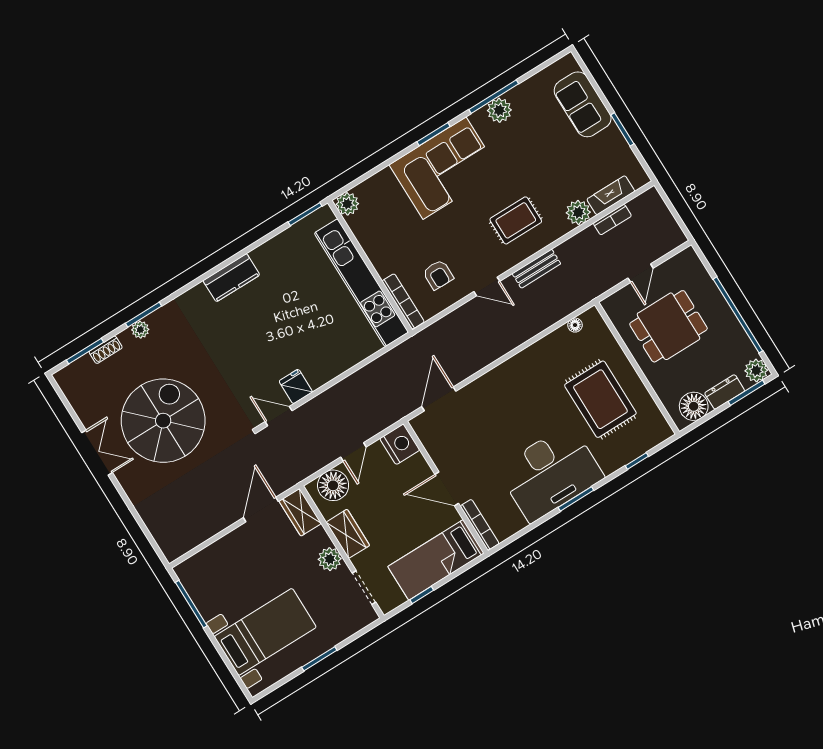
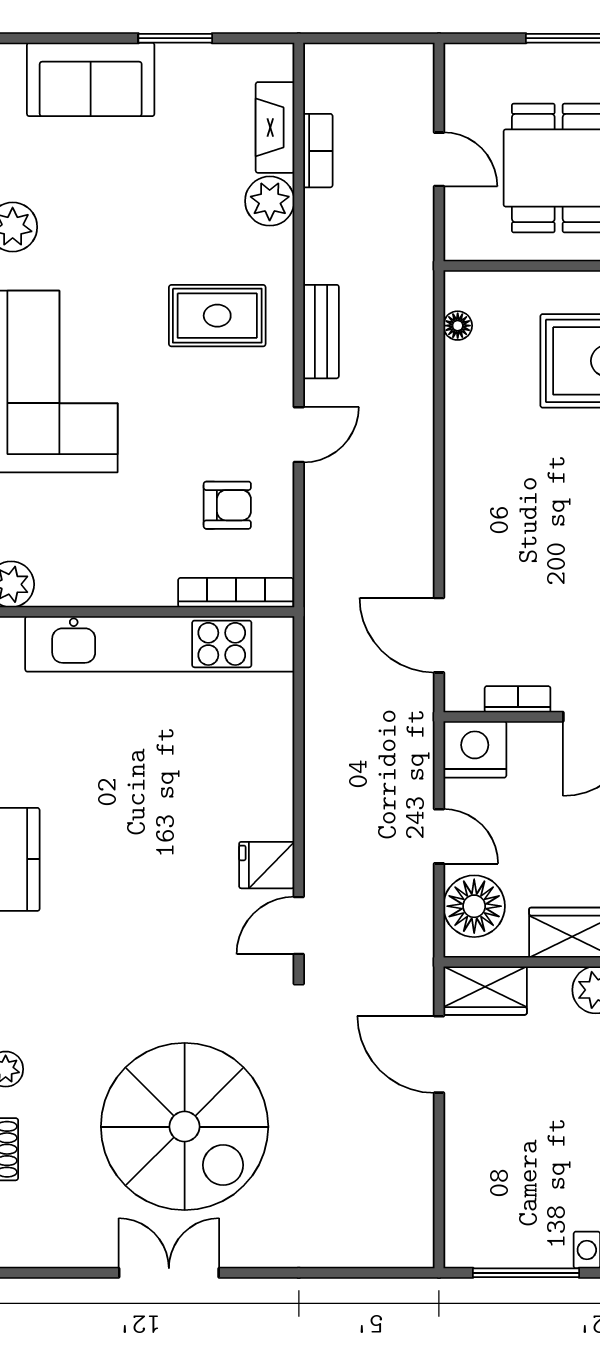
rug: (516, 220) -> (217, 316), turned 90
spiral stairs: (163, 421) -> (185, 1127), turned 180
bookcase: (432, 449) -> (518, 699), added

